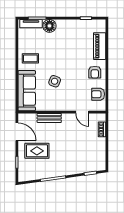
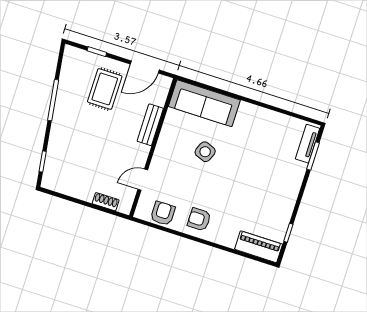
floor lamp: (49, 26) -> (295, 172), removed
piano: (100, 46) -> (259, 247), moved
coffee table: (30, 58) -> (253, 125), removed

